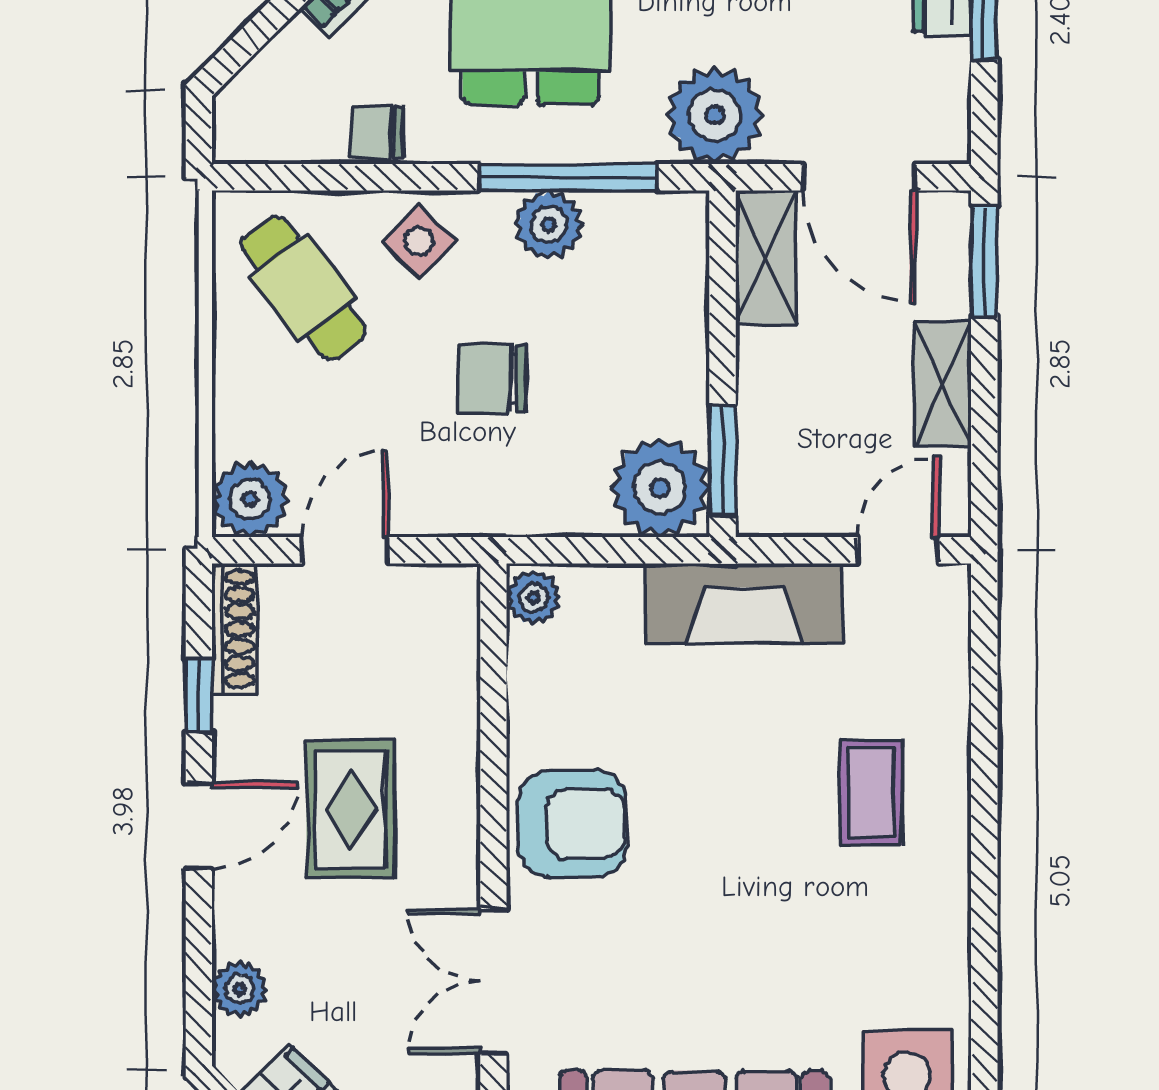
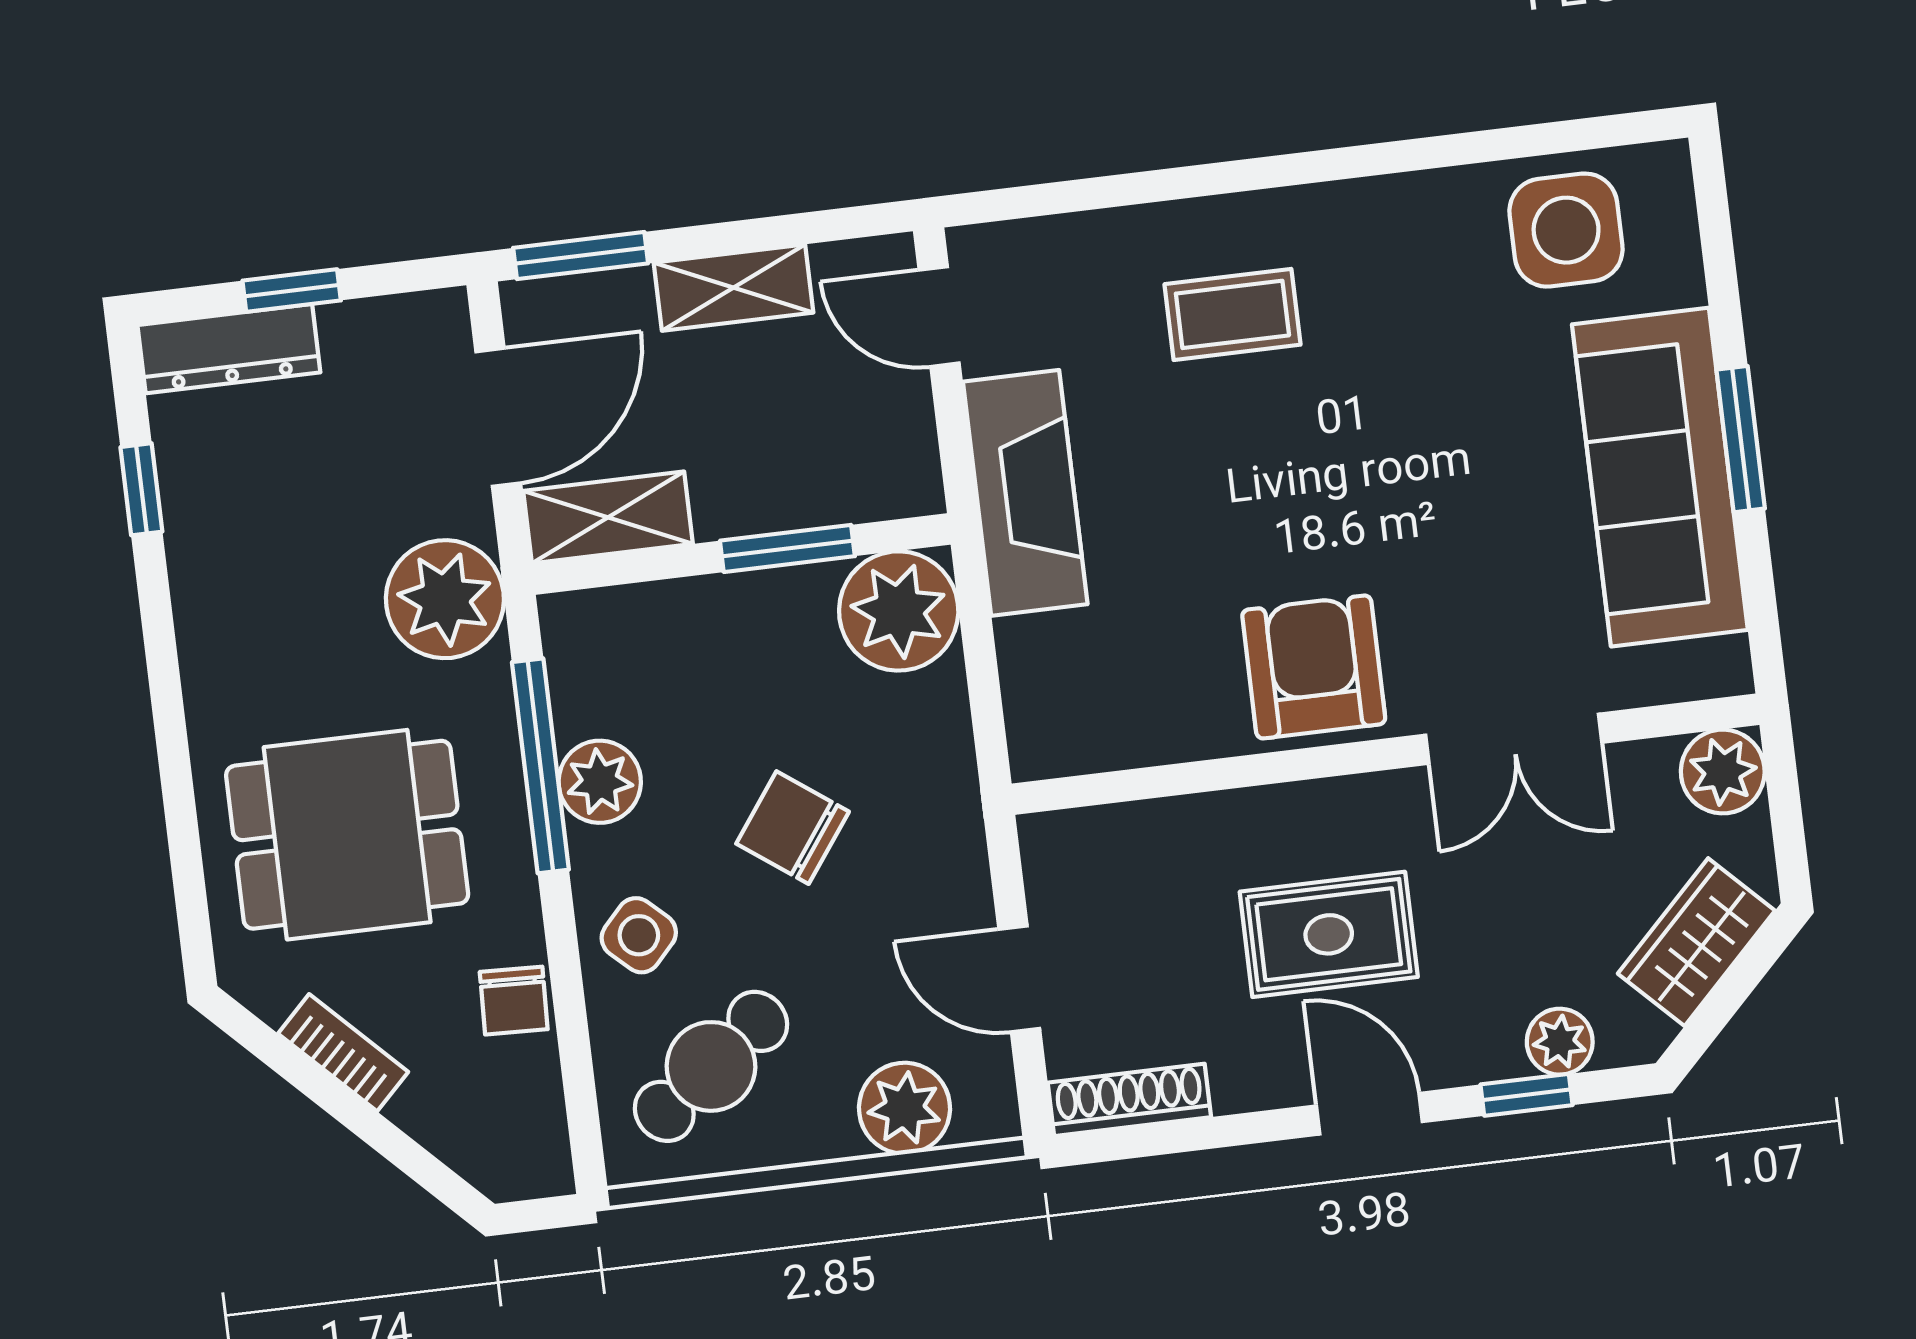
chair: (492, 379) -> (793, 828), turned 126
window: (722, 460) -> (787, 548), moved
plant: (250, 499) -> (904, 1108), moved
plant: (533, 597) -> (1048, 746), removed
window: (199, 695) -> (1527, 1095), moved

